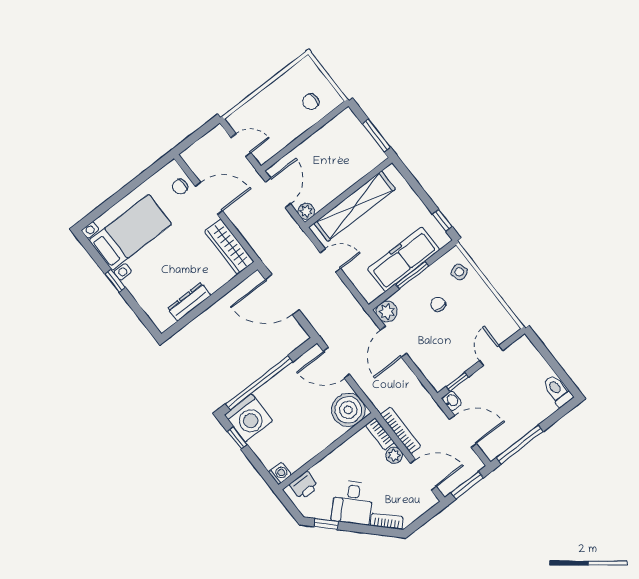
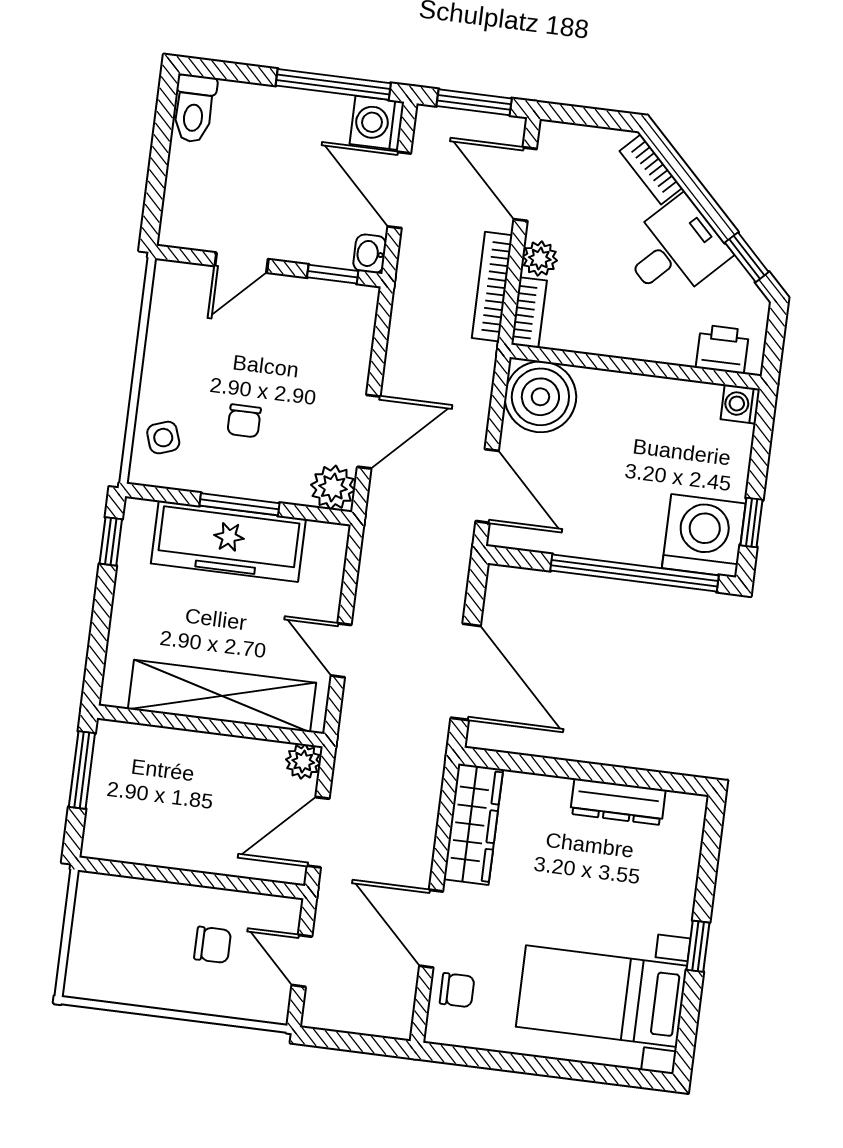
chair: (311, 102) -> (213, 945), moved
washing machine: (493, 446) -> (377, 123), added

